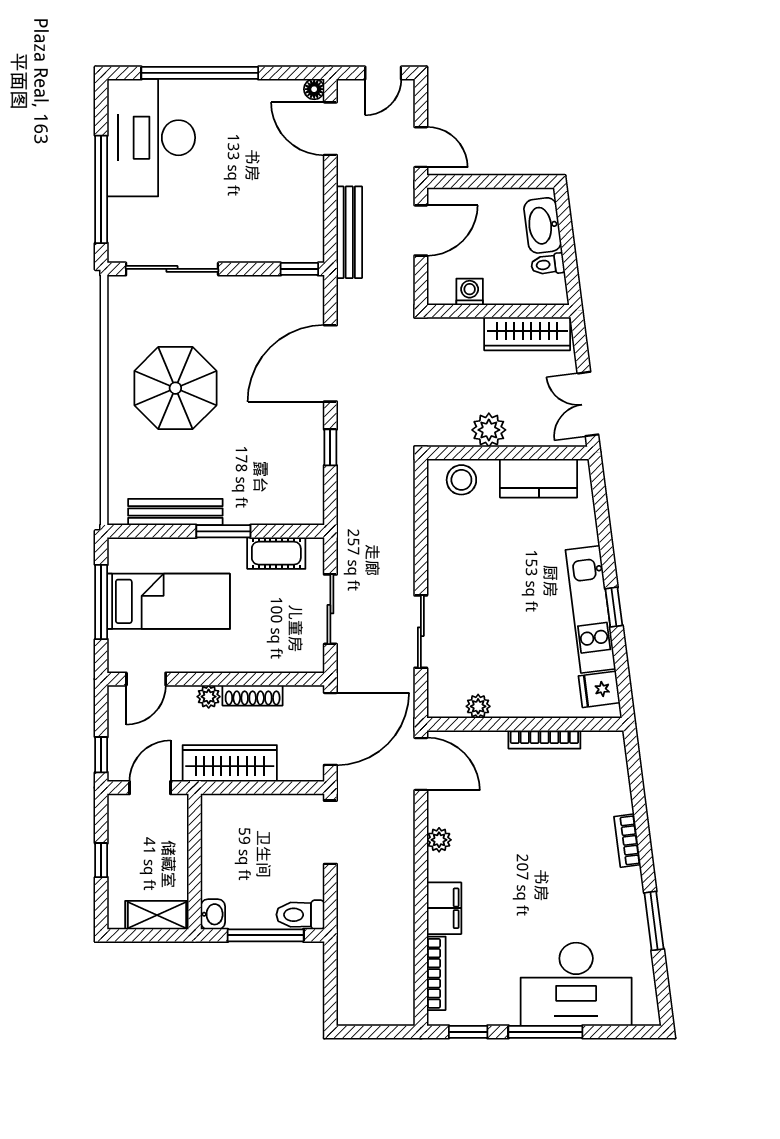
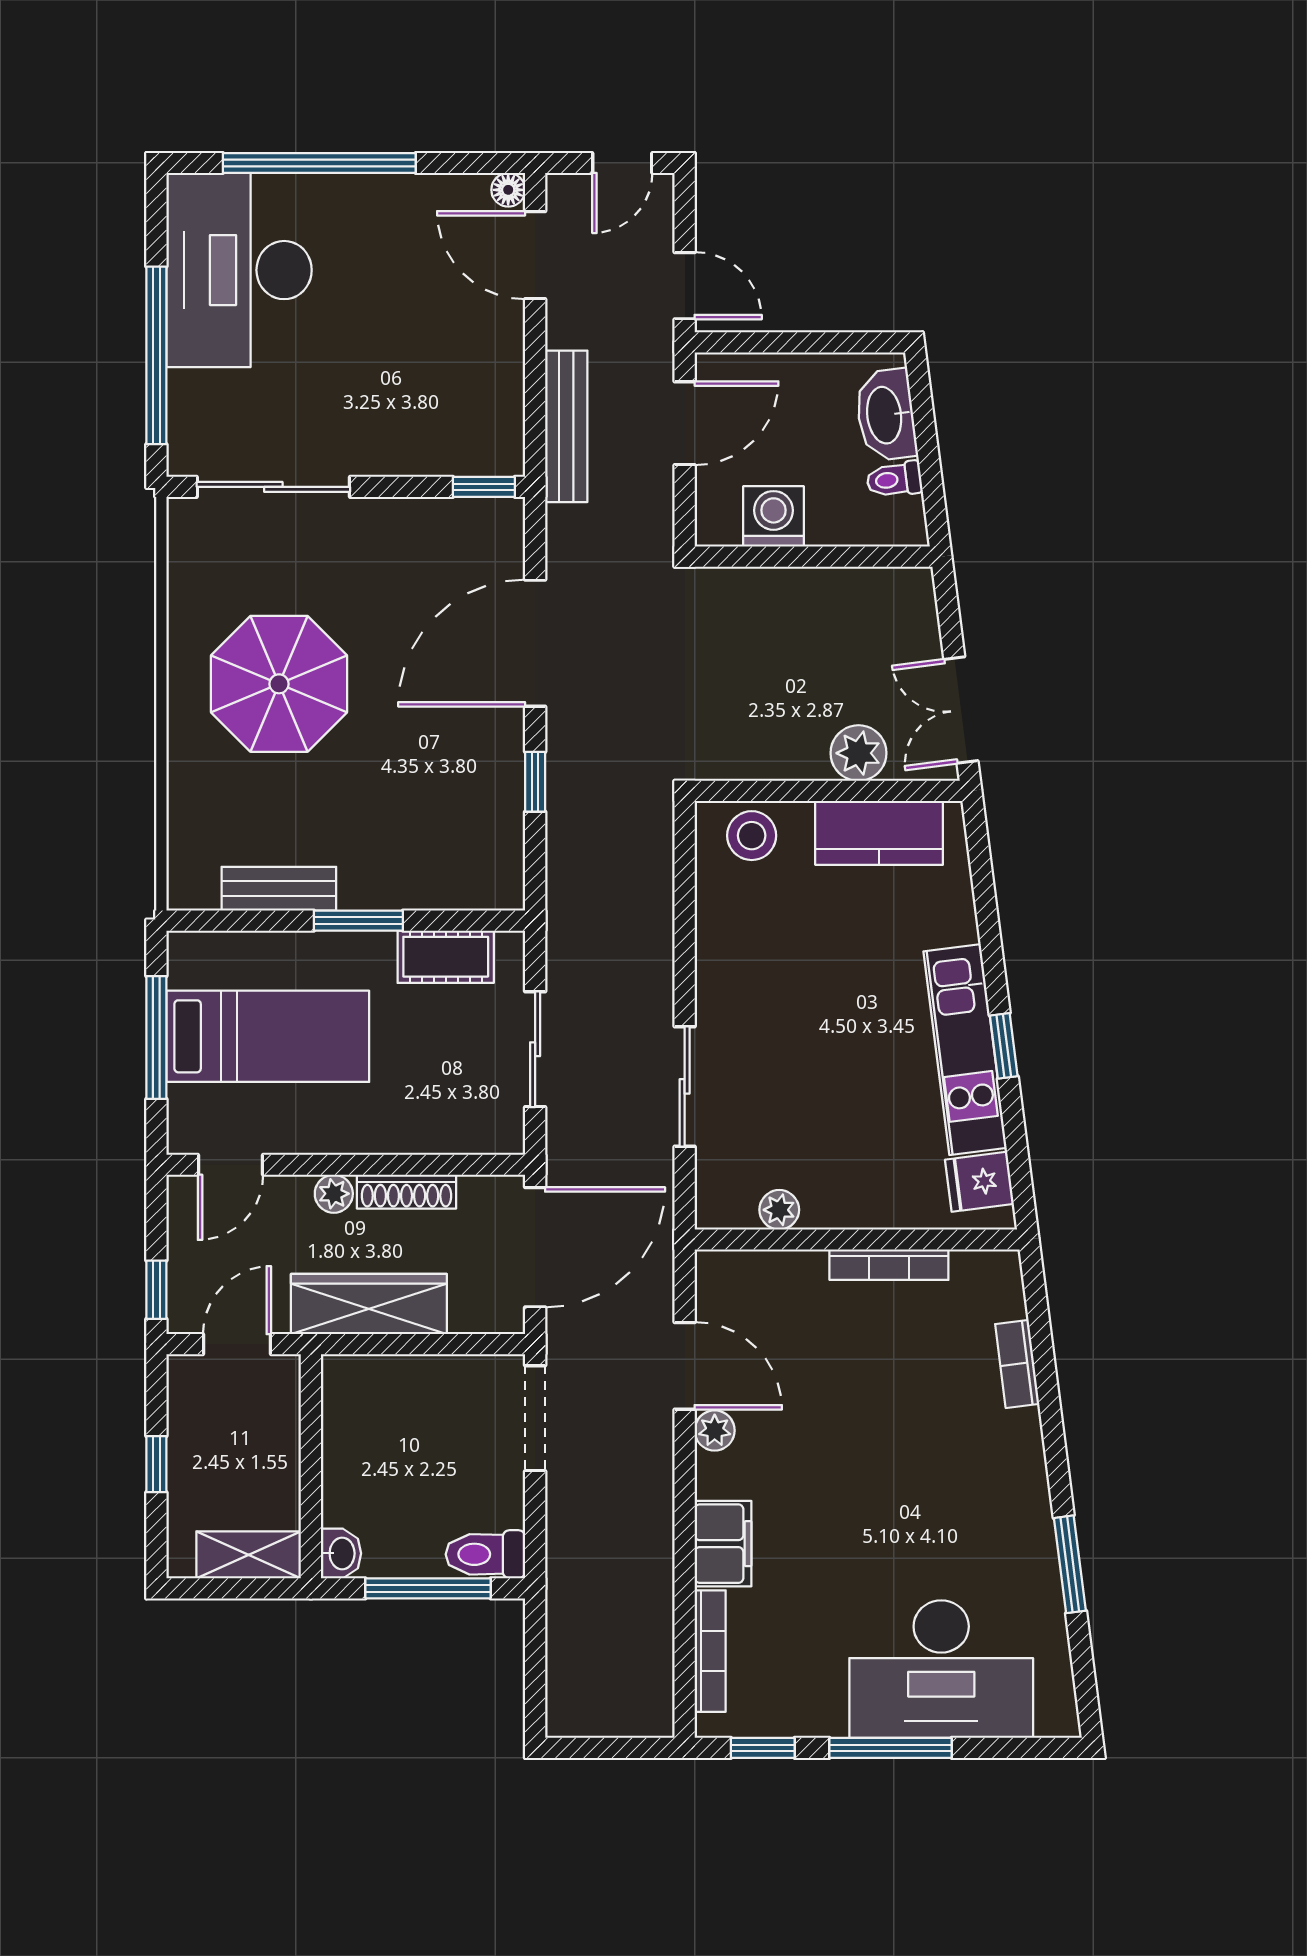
washing machine: (470, 292) -> (774, 516), width x1.38, depth x1.38
wardrobe: (527, 334) -> (860, 594), removed
plant: (489, 430) -> (859, 753), moved
bench: (175, 512) -> (279, 889), width x0.73
door: (421, 764) -> (685, 1366), moved
bookcase: (627, 841) -> (1017, 1364), moved

